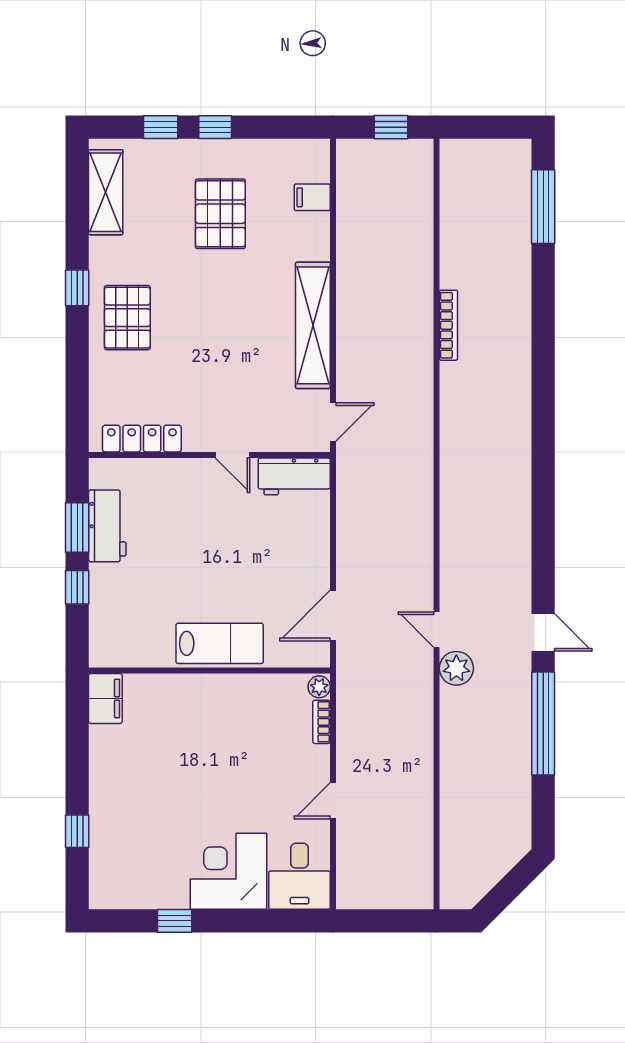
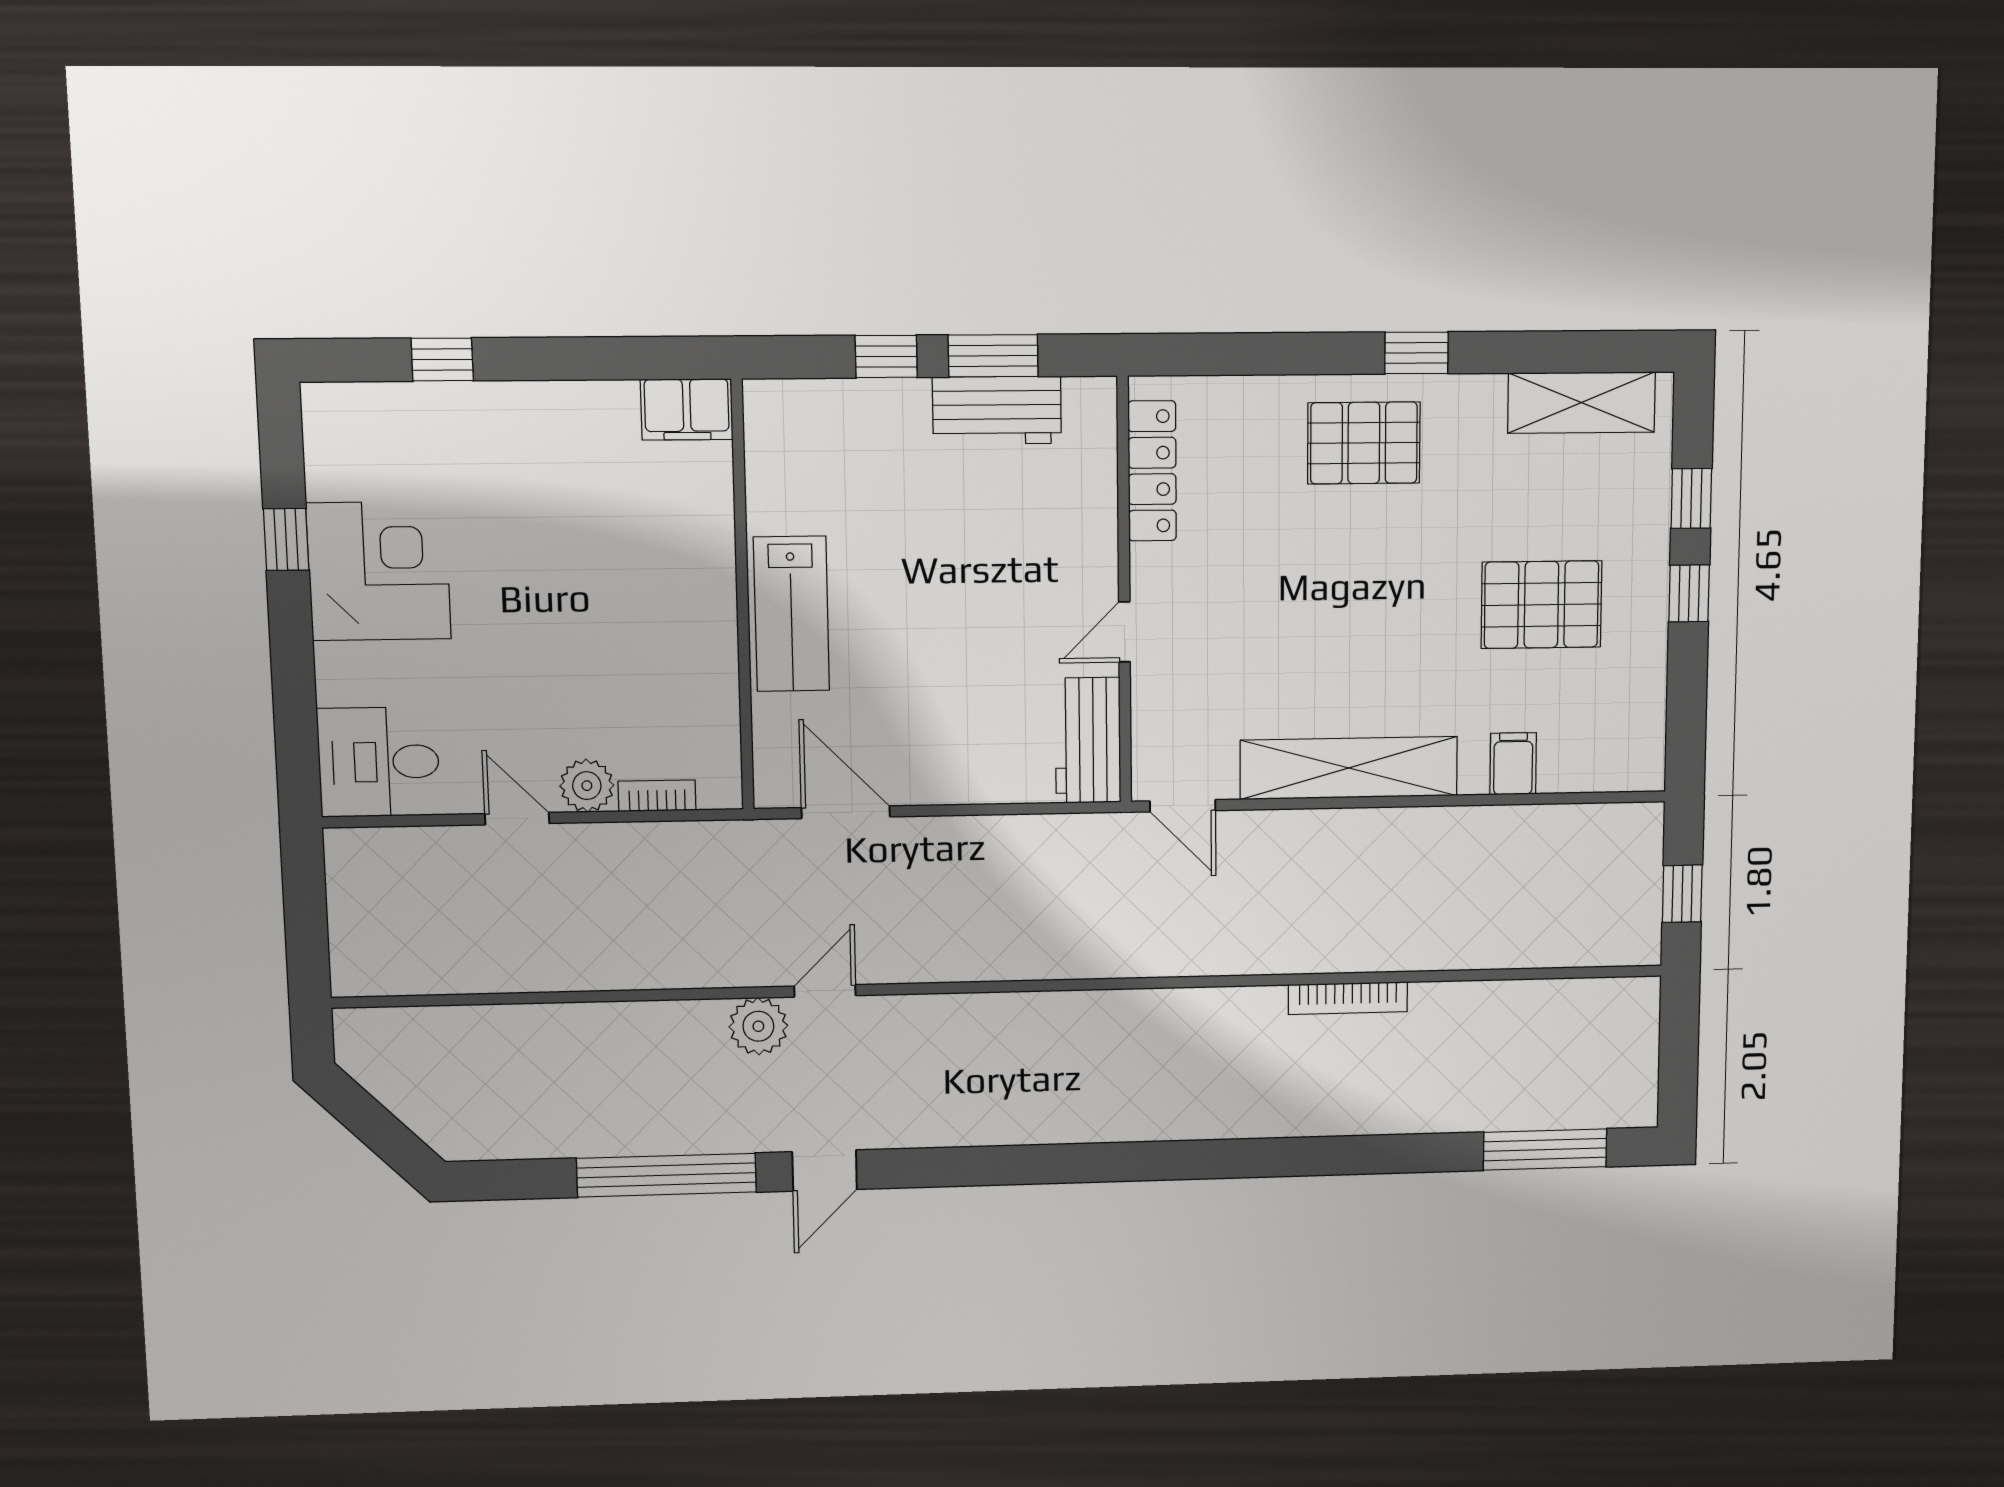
filing cabinet: (312, 197) -> (1513, 764), moved
plant: (319, 687) -> (587, 786), moved, width x1.38, depth x1.38
corner desk: (228, 871) -> (379, 571), moved

